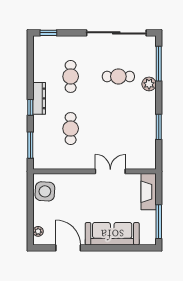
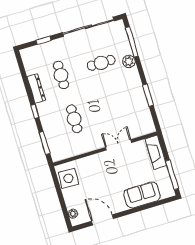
window: (48, 33) -> (44, 40), moved
dresser: (39, 98) -> (36, 88), moved
sofa: (112, 234) -> (142, 195), width x0.73

